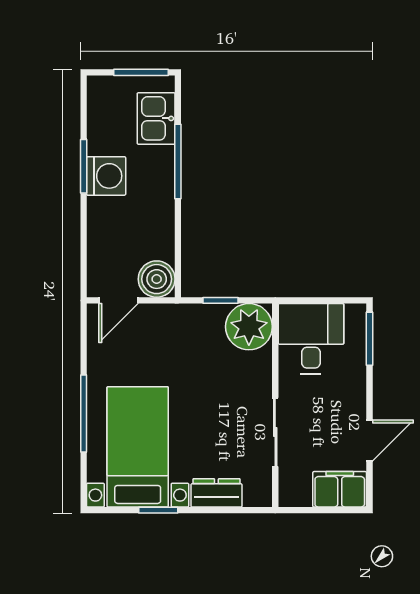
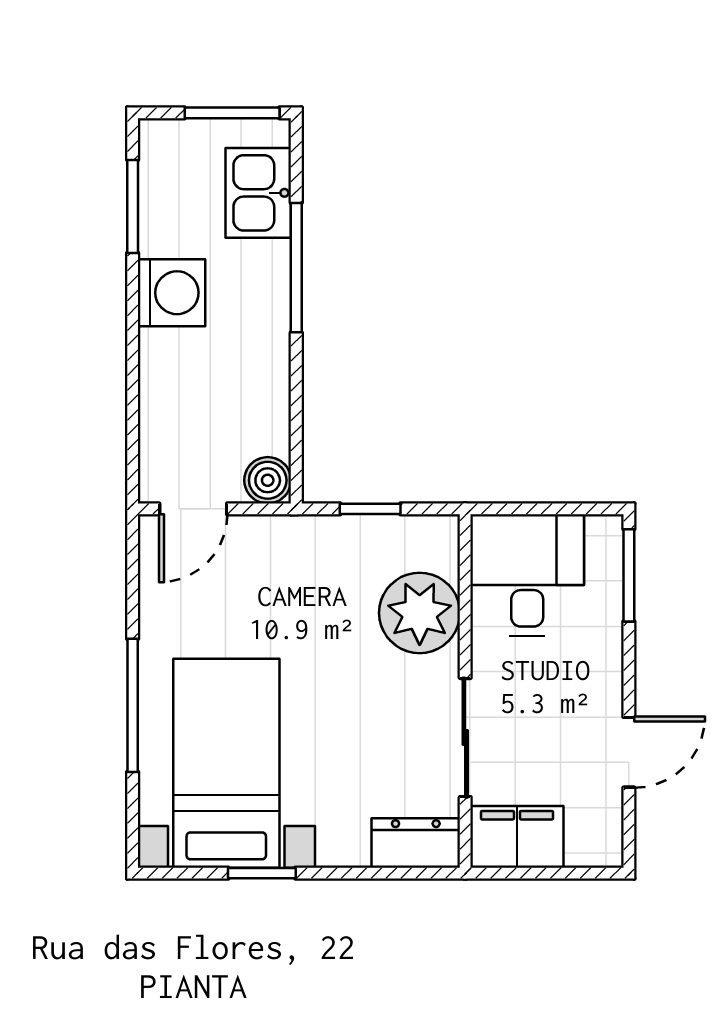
window: (84, 166) -> (133, 206), moved
boiler: (157, 279) -> (268, 480), width x0.73, depth x0.73
plant: (249, 327) -> (420, 613), moved
filing cabinet: (340, 489) -> (517, 837), moved
dresser: (216, 493) -> (416, 843), moved

